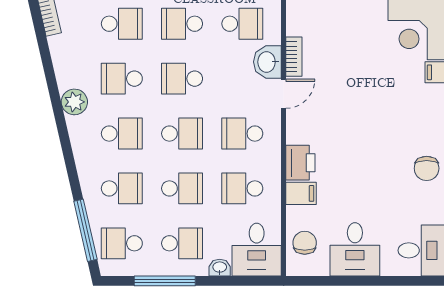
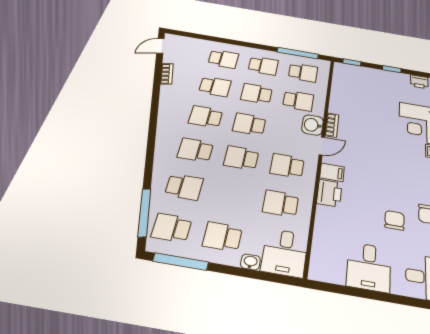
plant: (74, 102) -> (166, 124), removed
school desk: (122, 134) -> (195, 150), turned 180
school desk: (182, 134) -> (241, 158), turned 180
school desk: (182, 188) -> (232, 195), removed
filing cabinet: (301, 193) -> (332, 172), moved
school desk: (182, 243) -> (222, 237), turned 180
chair: (305, 243) -> (394, 220), moved
window: (165, 281) -> (181, 262), moved

